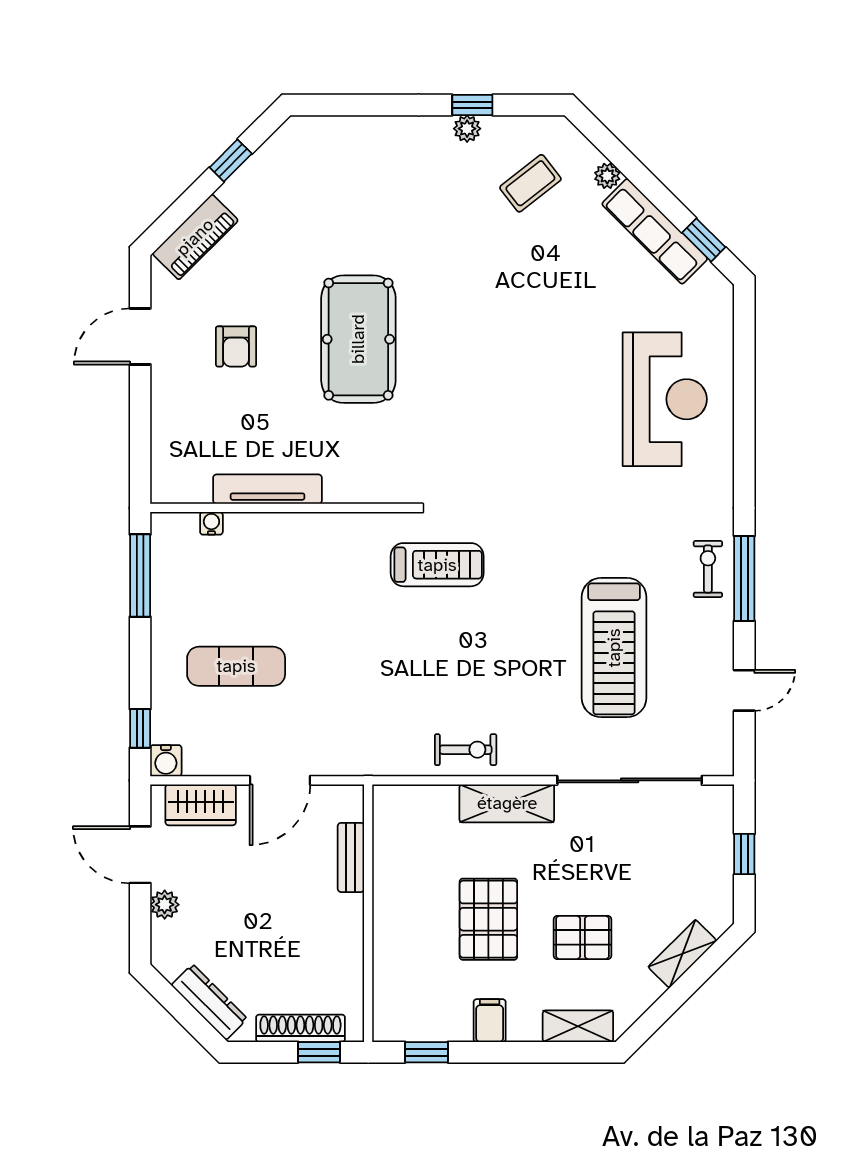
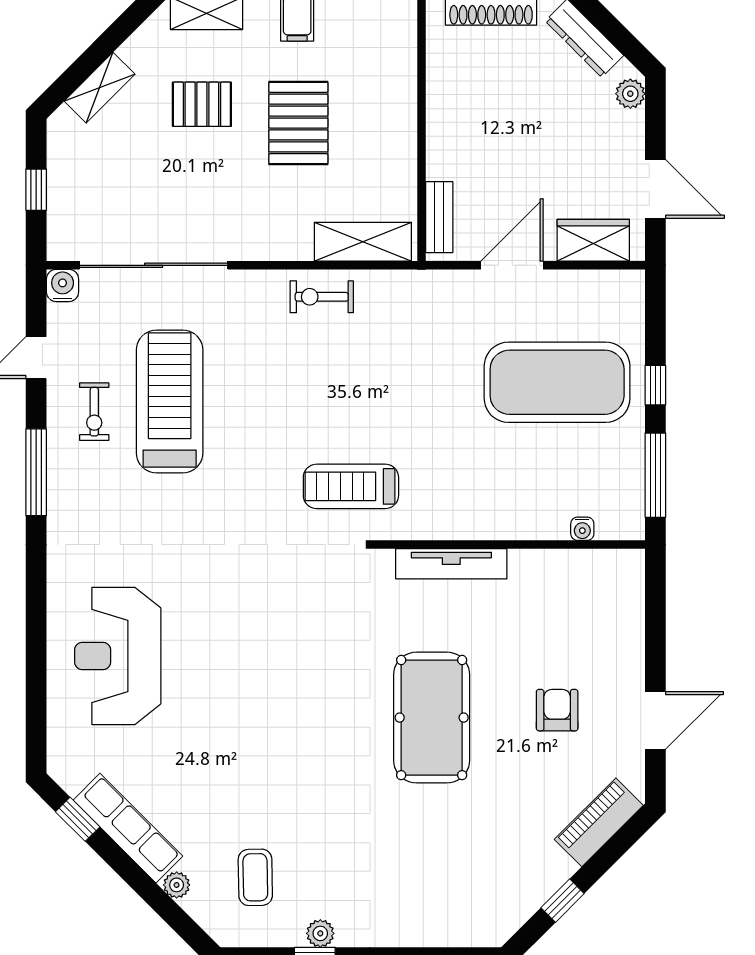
coffee table: (530, 183) -> (255, 877), turned -53
tv unit: (267, 489) -> (451, 564), moved
exercise bike: (708, 569) -> (94, 412), moved
exercise mat: (236, 666) -> (557, 382), width x2.00, depth x1.45
window: (140, 728) -> (655, 385), moved
water cooler: (166, 761) -> (63, 285), moved
shelving: (507, 803) -> (363, 242), moved
bench: (351, 857) -> (439, 217), moved
plant: (165, 905) -> (630, 94), moved

